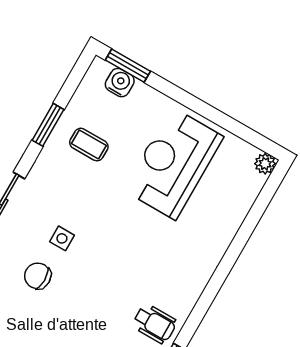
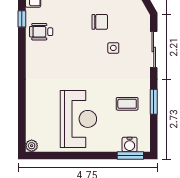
chair: (38, 276) -> (100, 22), moved

